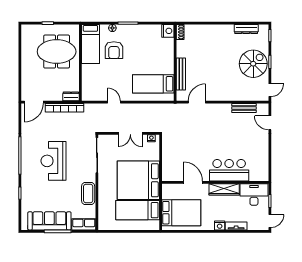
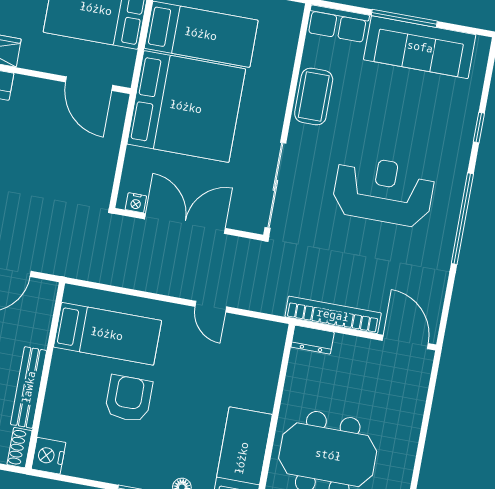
armchair: (114, 50) -> (129, 399), moved
bench: (181, 74) -> (29, 387), moved
door: (34, 102) -> (405, 342), hinge flipped
double door: (130, 133) -> (185, 224), width x1.37
reception desk: (53, 161) -> (383, 191), turned -90
door: (193, 182) -> (89, 84), moved

